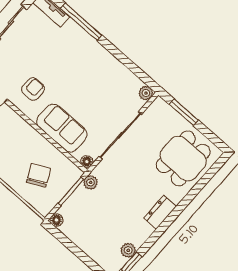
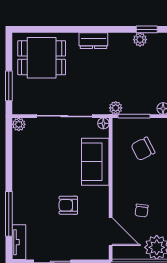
armchair: (33, 89) -> (68, 205), moved

